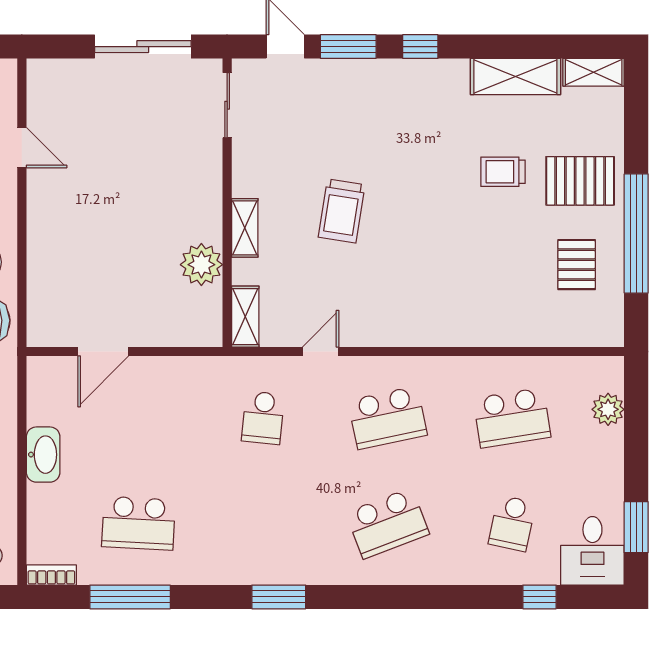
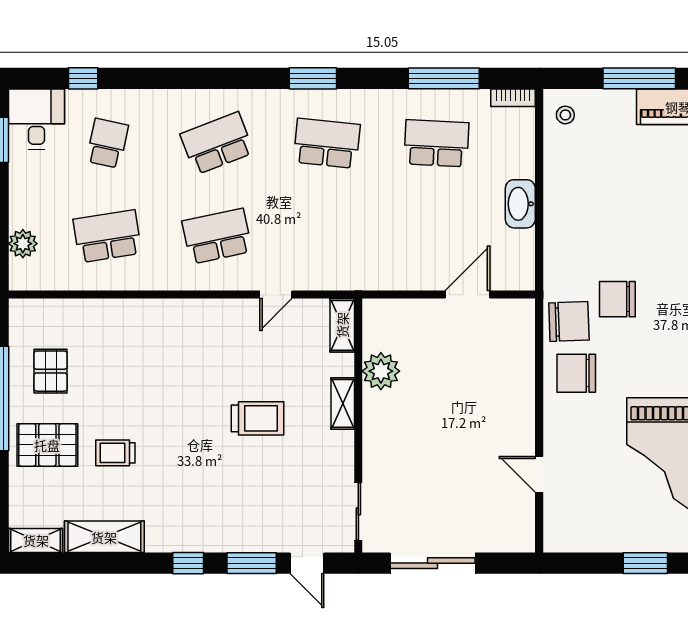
trolley: (503, 172) -> (115, 453), turned 180
trolley: (342, 211) -> (257, 418), turned 81
school desk: (263, 418) -> (327, 143), moved, width x1.85

